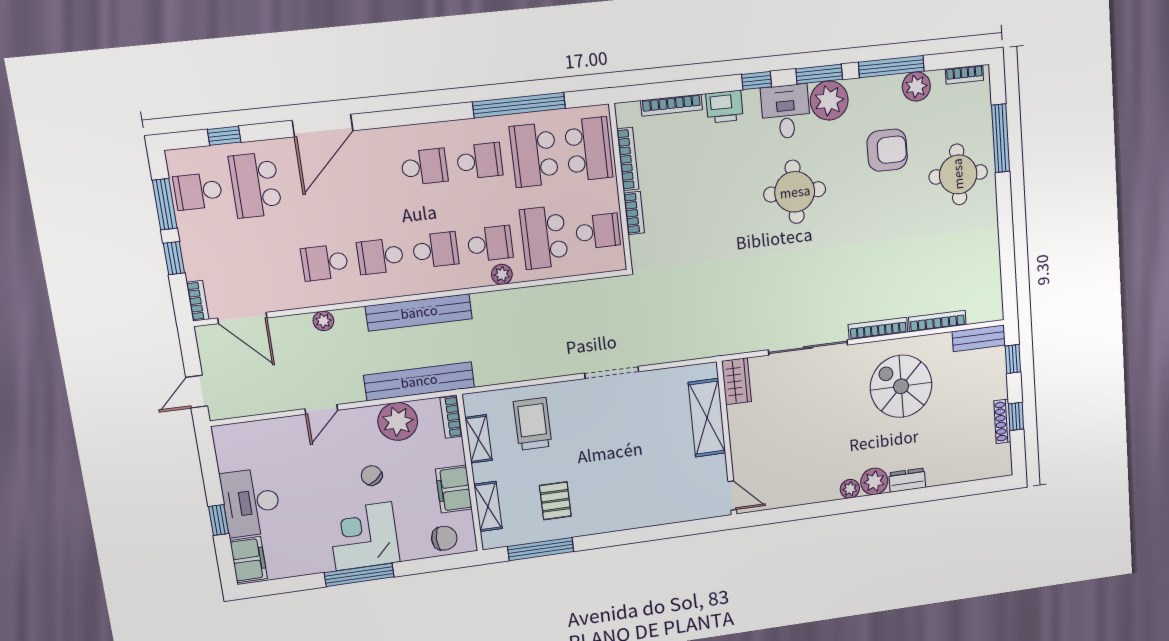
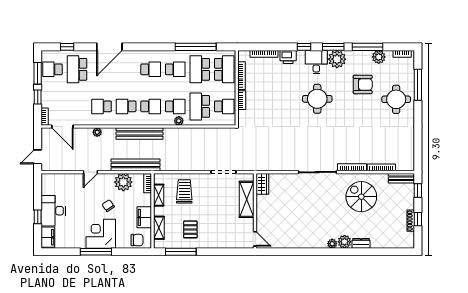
wardrobe: (736, 381) -> (262, 184), moved
shelving: (707, 418) -> (247, 199), moved
wall: (727, 439) -> (255, 211), moved
door: (732, 496) -> (255, 239), moved

